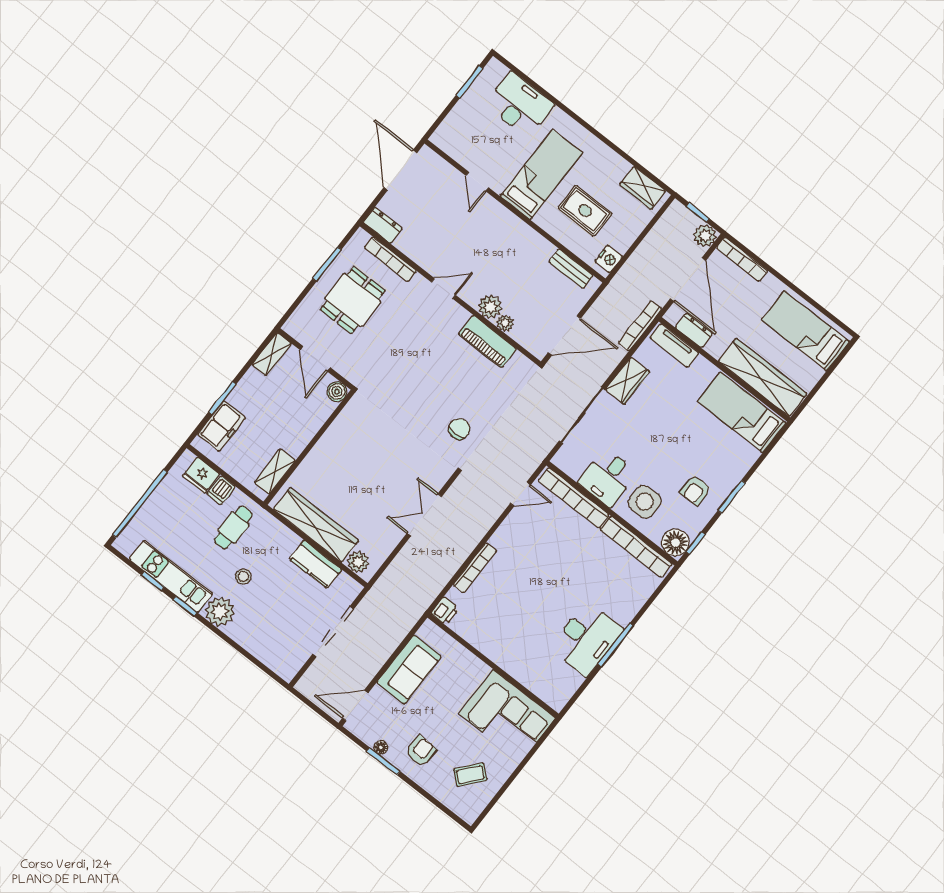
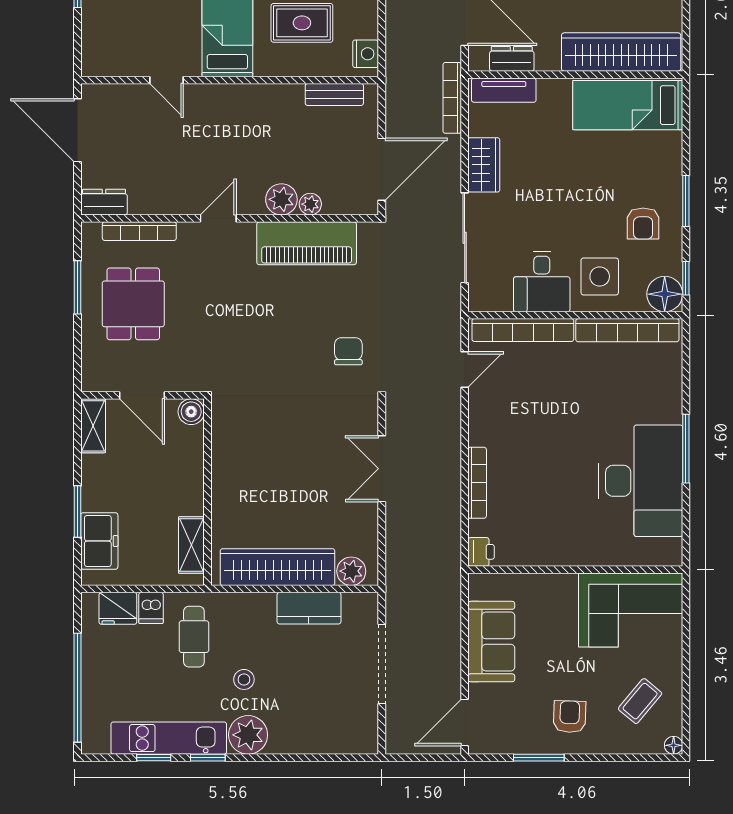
piano: (487, 342) -> (307, 243), width x1.37, depth x1.33
desk: (586, 639) -> (641, 481), width x1.36, depth x1.30
floor lamp: (381, 747) -> (674, 745), moved

